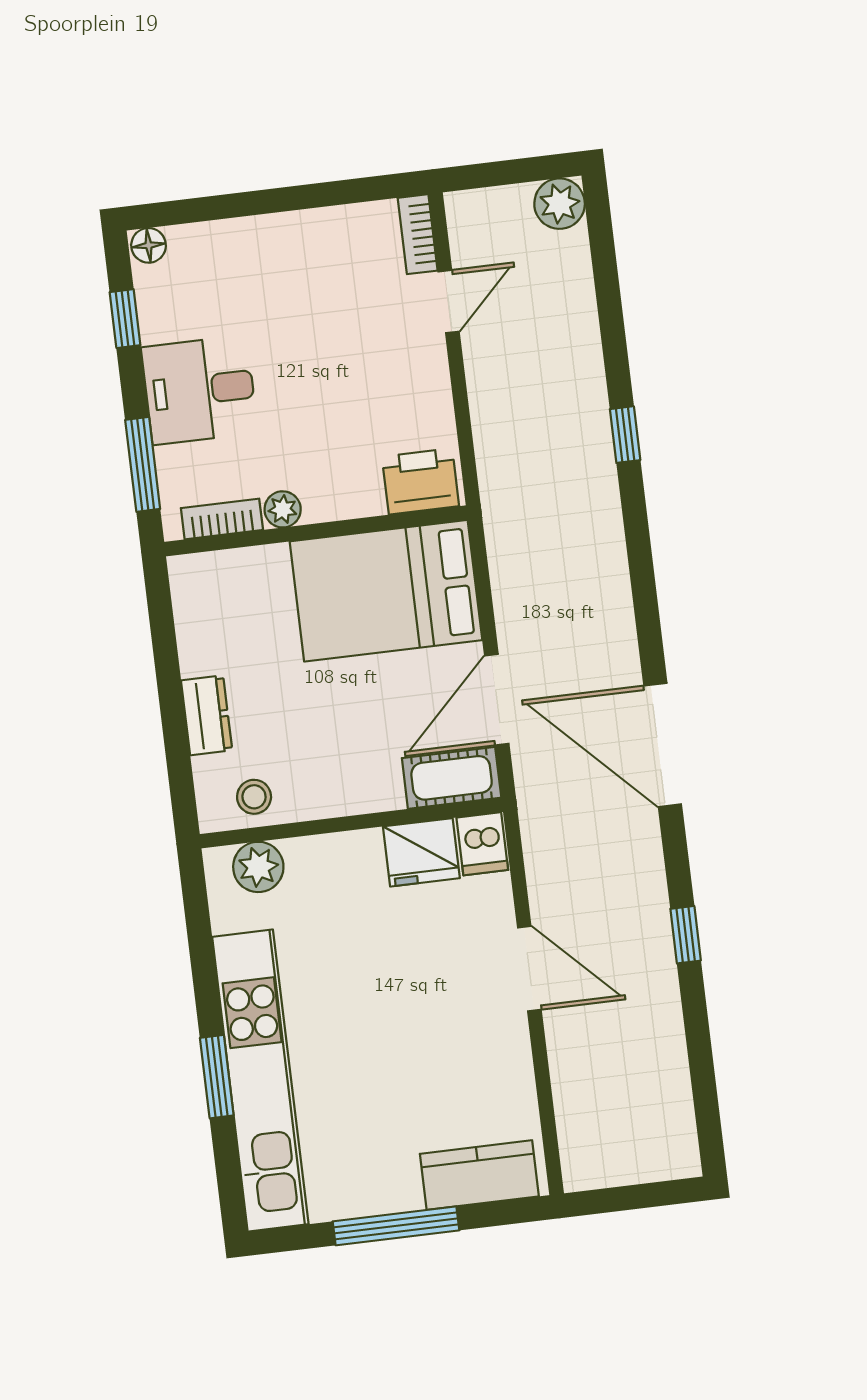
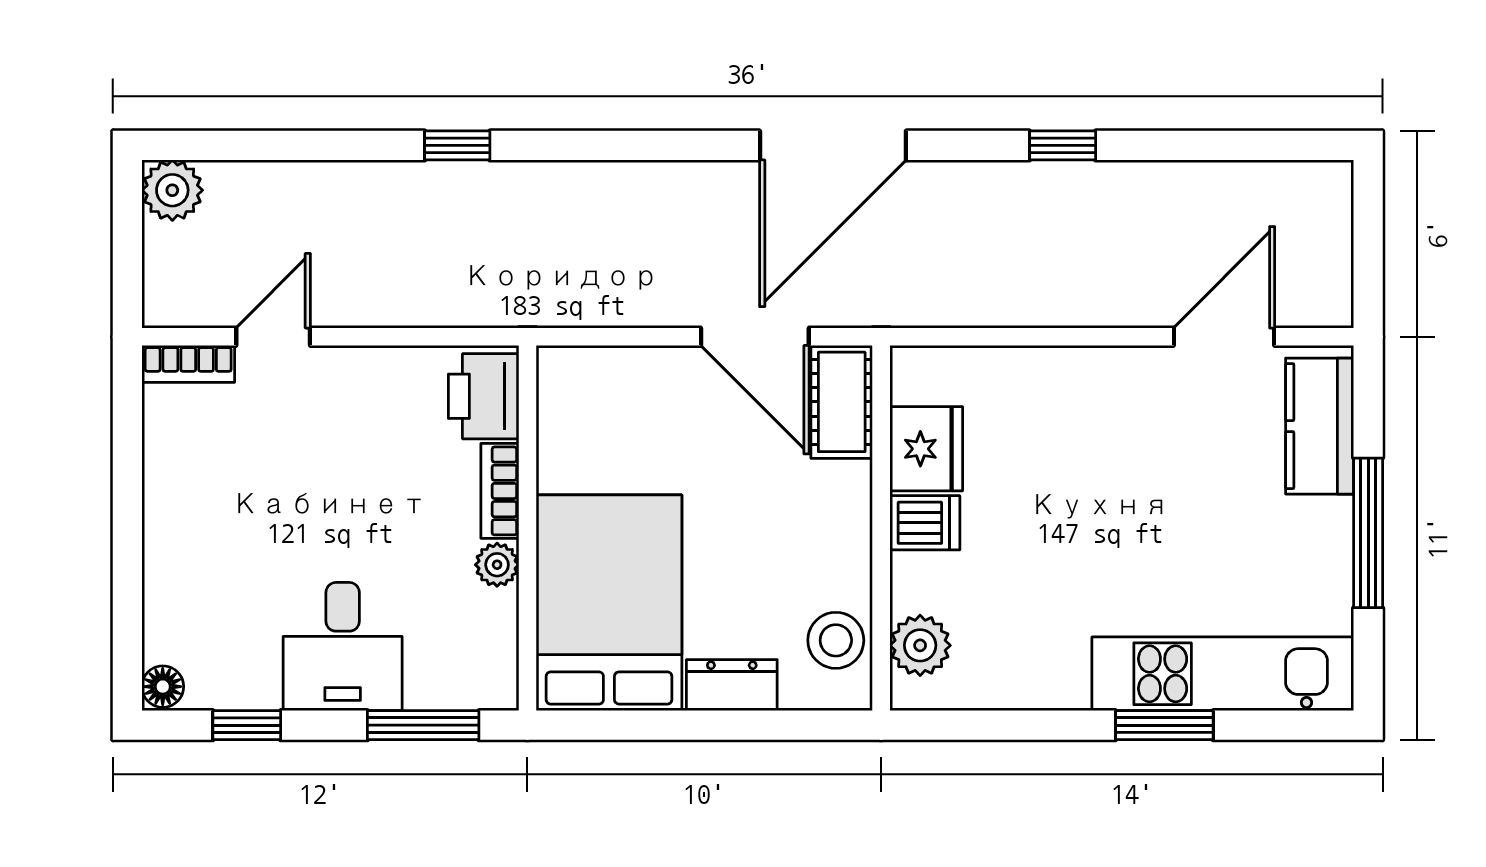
door: (449, 302) -> (273, 337), hinge flipped
bookcase: (222, 519) -> (500, 491), moved
bed: (386, 591) -> (609, 603), moved, turned 180
stool: (254, 797) -> (836, 640), width x1.37, depth x1.37
dishwasher: (482, 844) -> (925, 523), moved
door: (529, 969) -> (1224, 337), moved
kitchen unit: (260, 1081) -> (1223, 674), width x0.73

